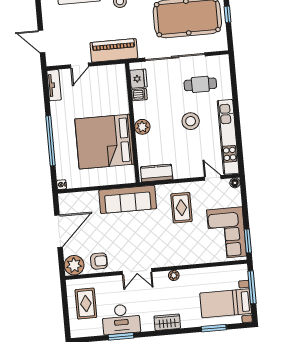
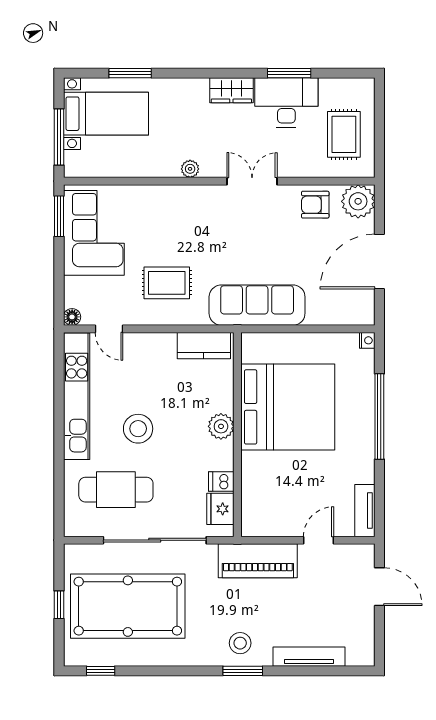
cafe table: (200, 84) -> (116, 490), width x1.37, depth x1.35
rug: (181, 208) -> (167, 283), turned 90
wardrobe: (167, 322) -> (231, 90), moved

